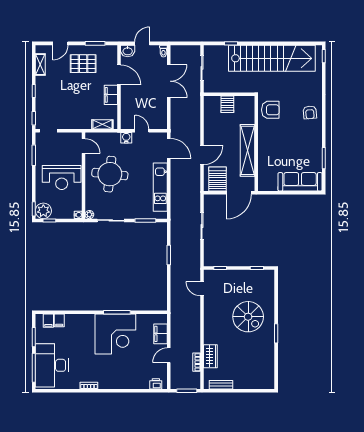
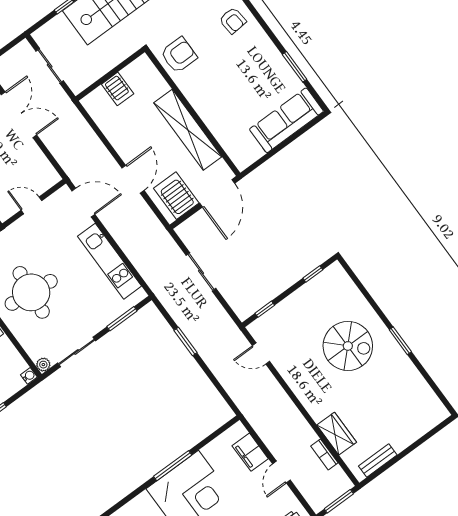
water cooler: (126, 138) -> (18, 229), removed

